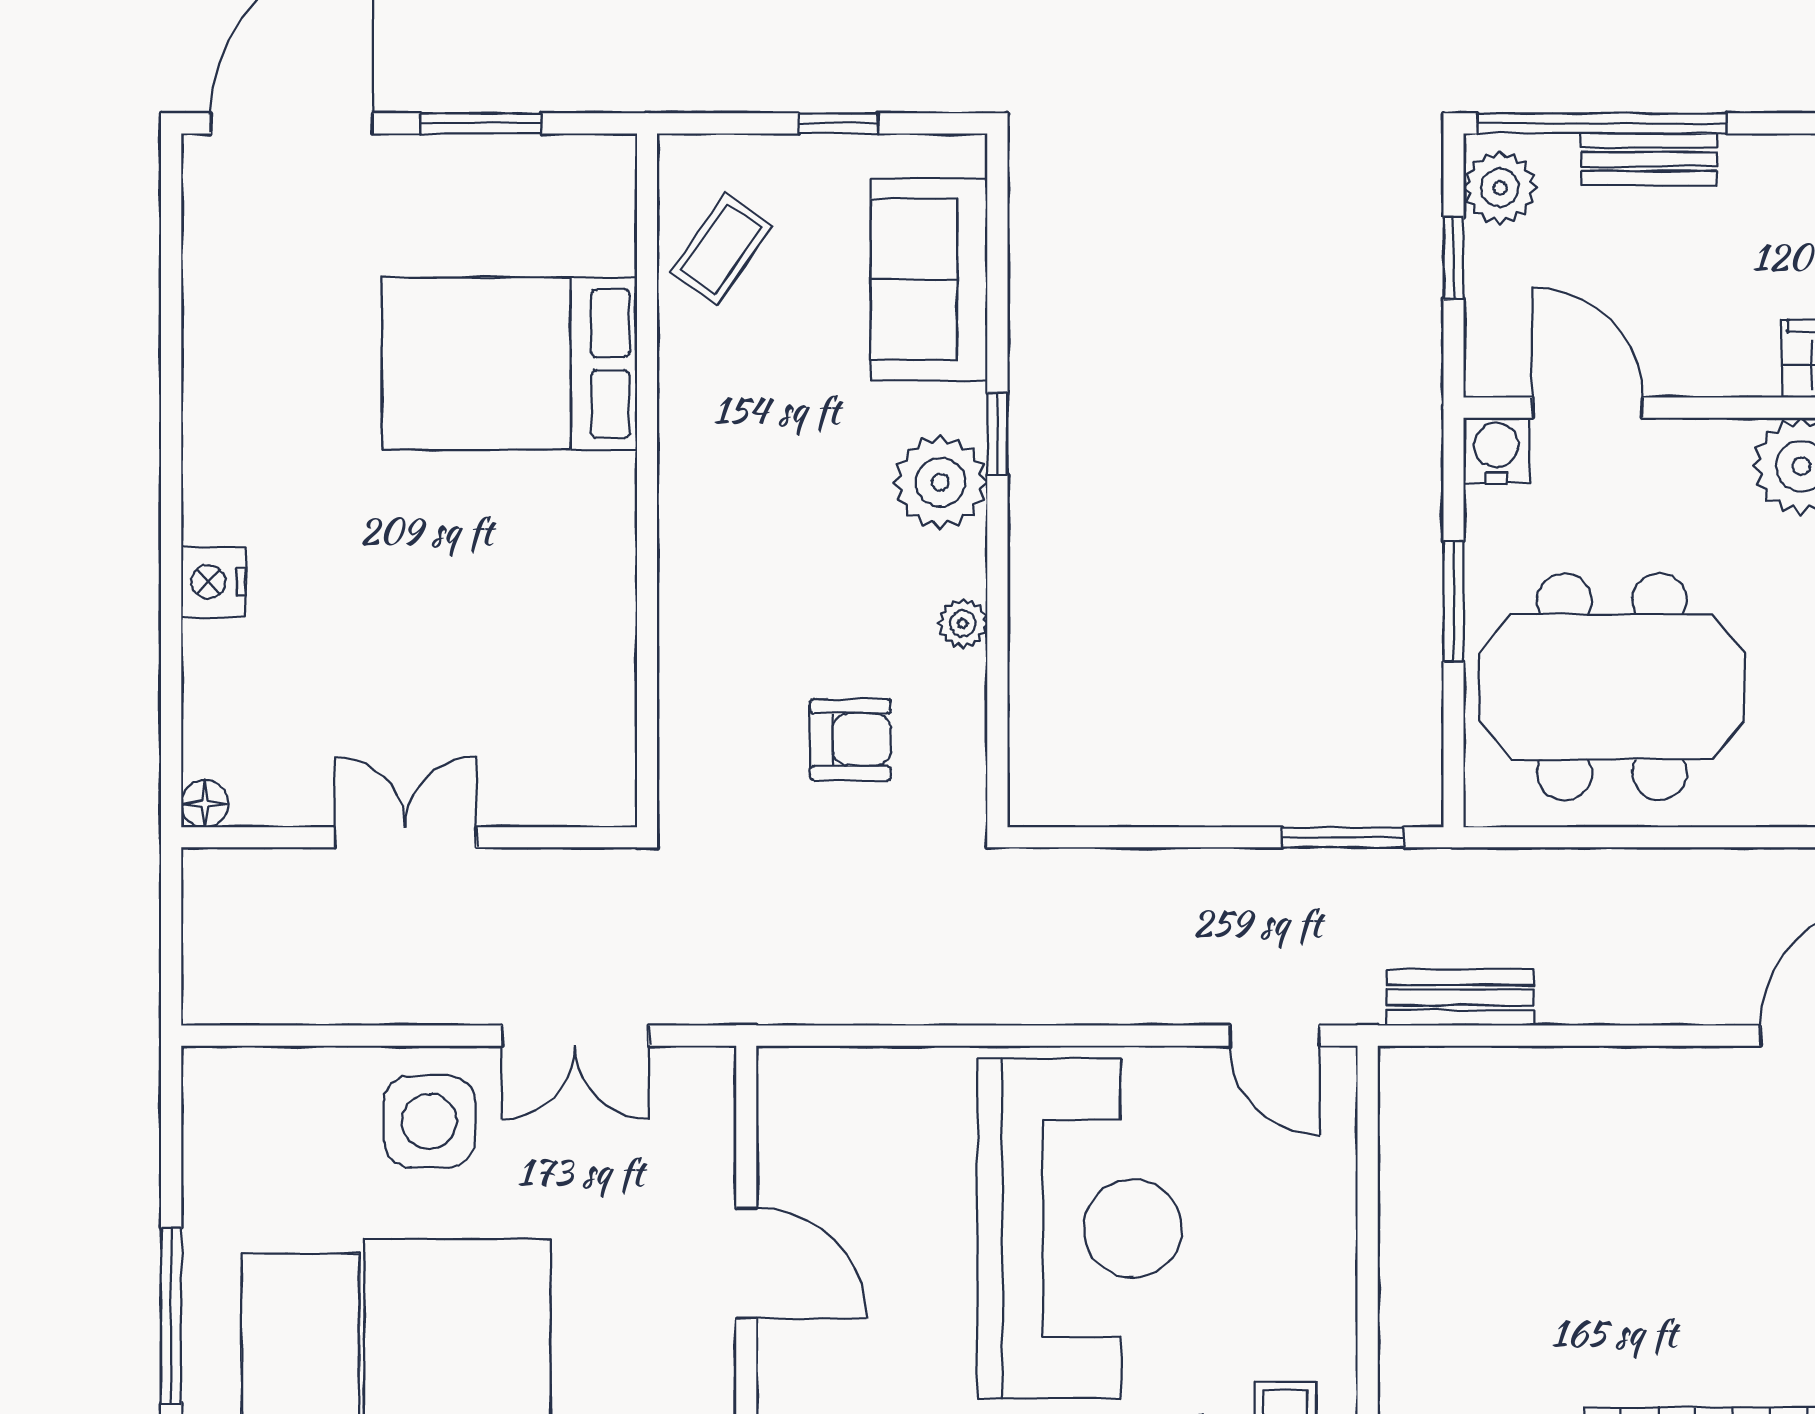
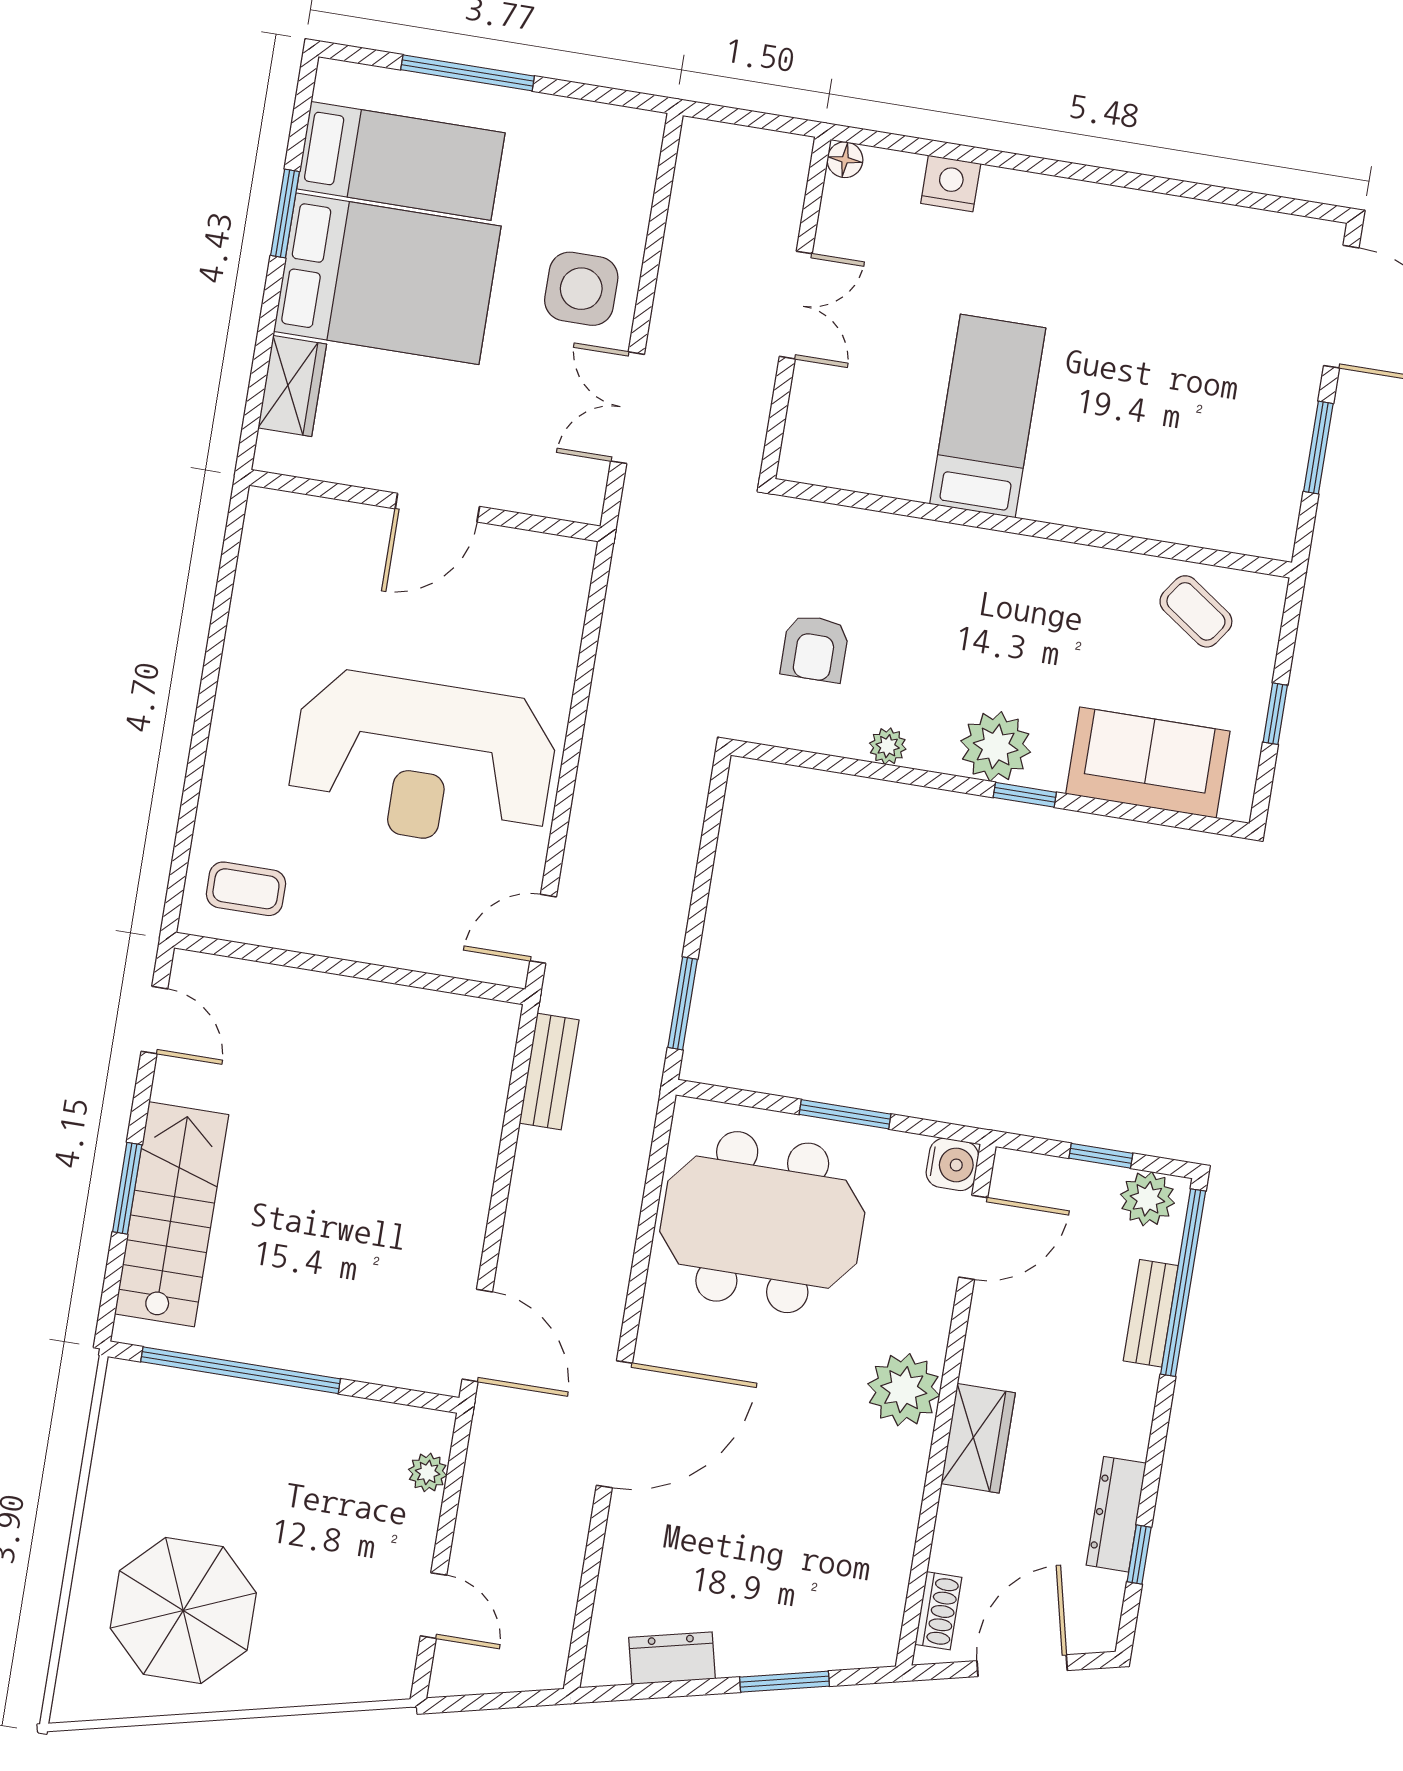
bed: (510, 364) -> (988, 416), moved, width x0.67
nightstand: (213, 582) -> (951, 183), moved
meeting table: (1612, 687) -> (762, 1222), turned 90

